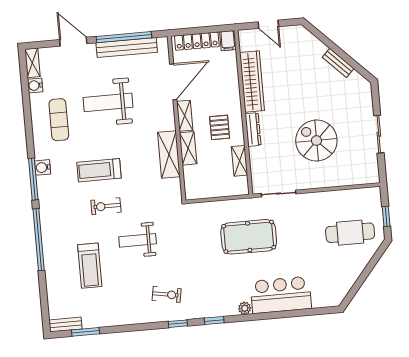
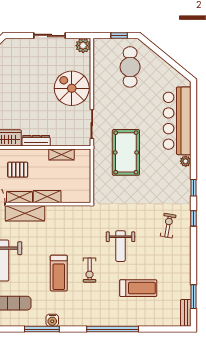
pallet: (220, 127) -> (18, 170), moved
spiral stairs: (316, 141) -> (72, 88), moved, turned 90
shelving: (169, 155) -> (25, 213), moved
plant: (371, 175) -> (83, 46), added
window: (33, 179) -> (42, 329), moved
bar counter: (281, 295) -> (177, 121), width x1.36

